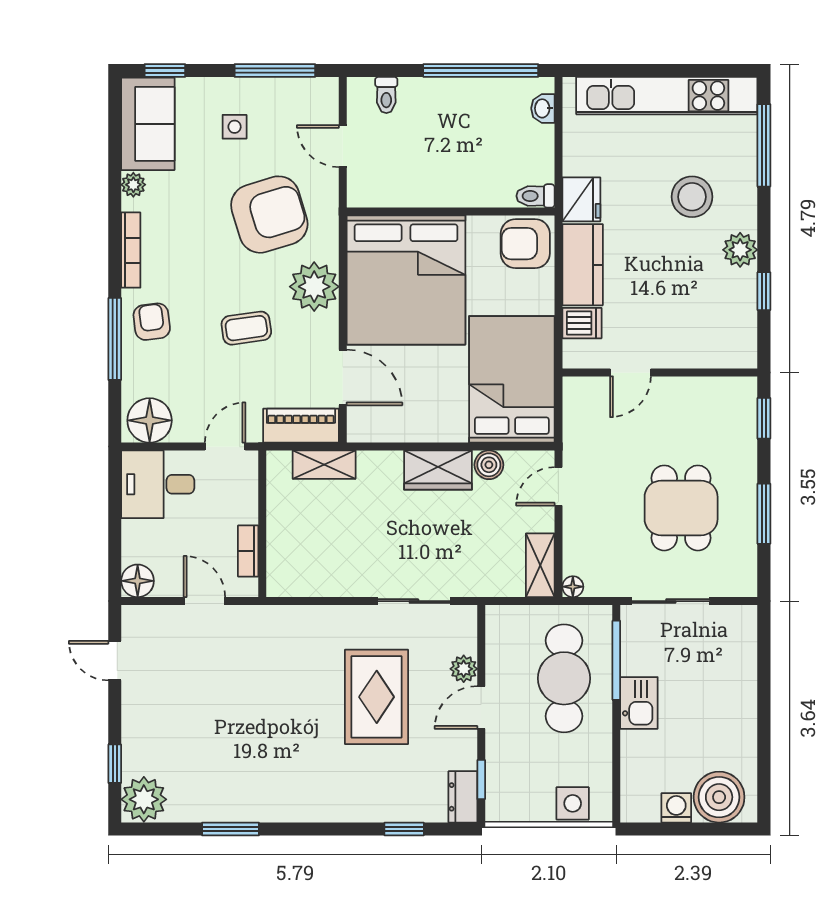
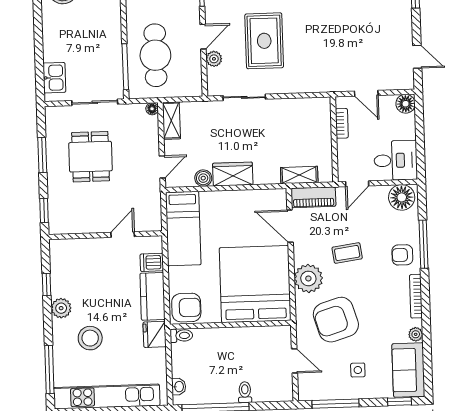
toilet: (386, 95) -> (245, 392), moved
armchair: (152, 322) -> (402, 255), turned 97
bed: (512, 379) -> (183, 229), width x0.67
kitchen sink: (639, 703) -> (54, 78), moved, turned 180

